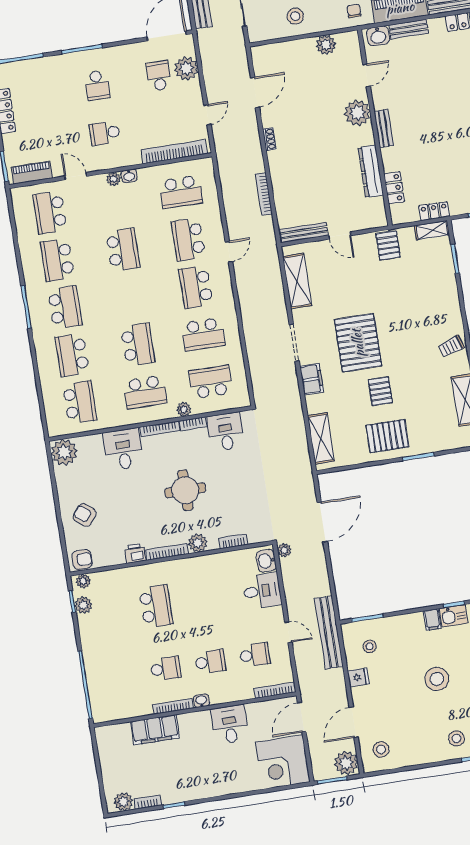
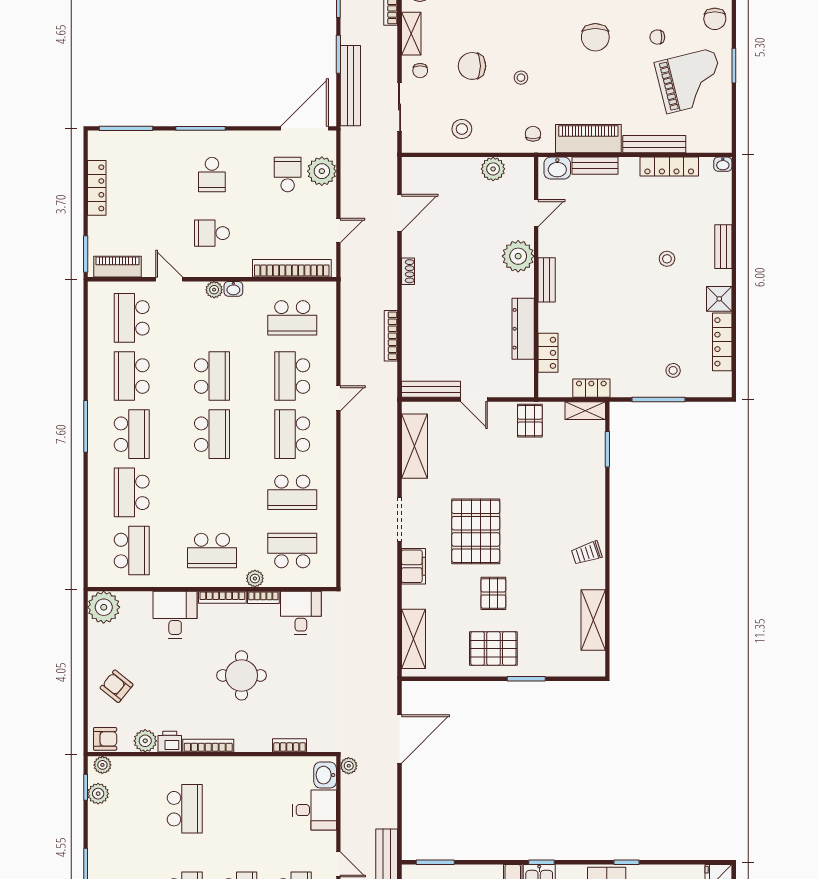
school desk: (138, 345) -> (212, 434), moved
plant: (198, 543) -> (145, 741), moved

